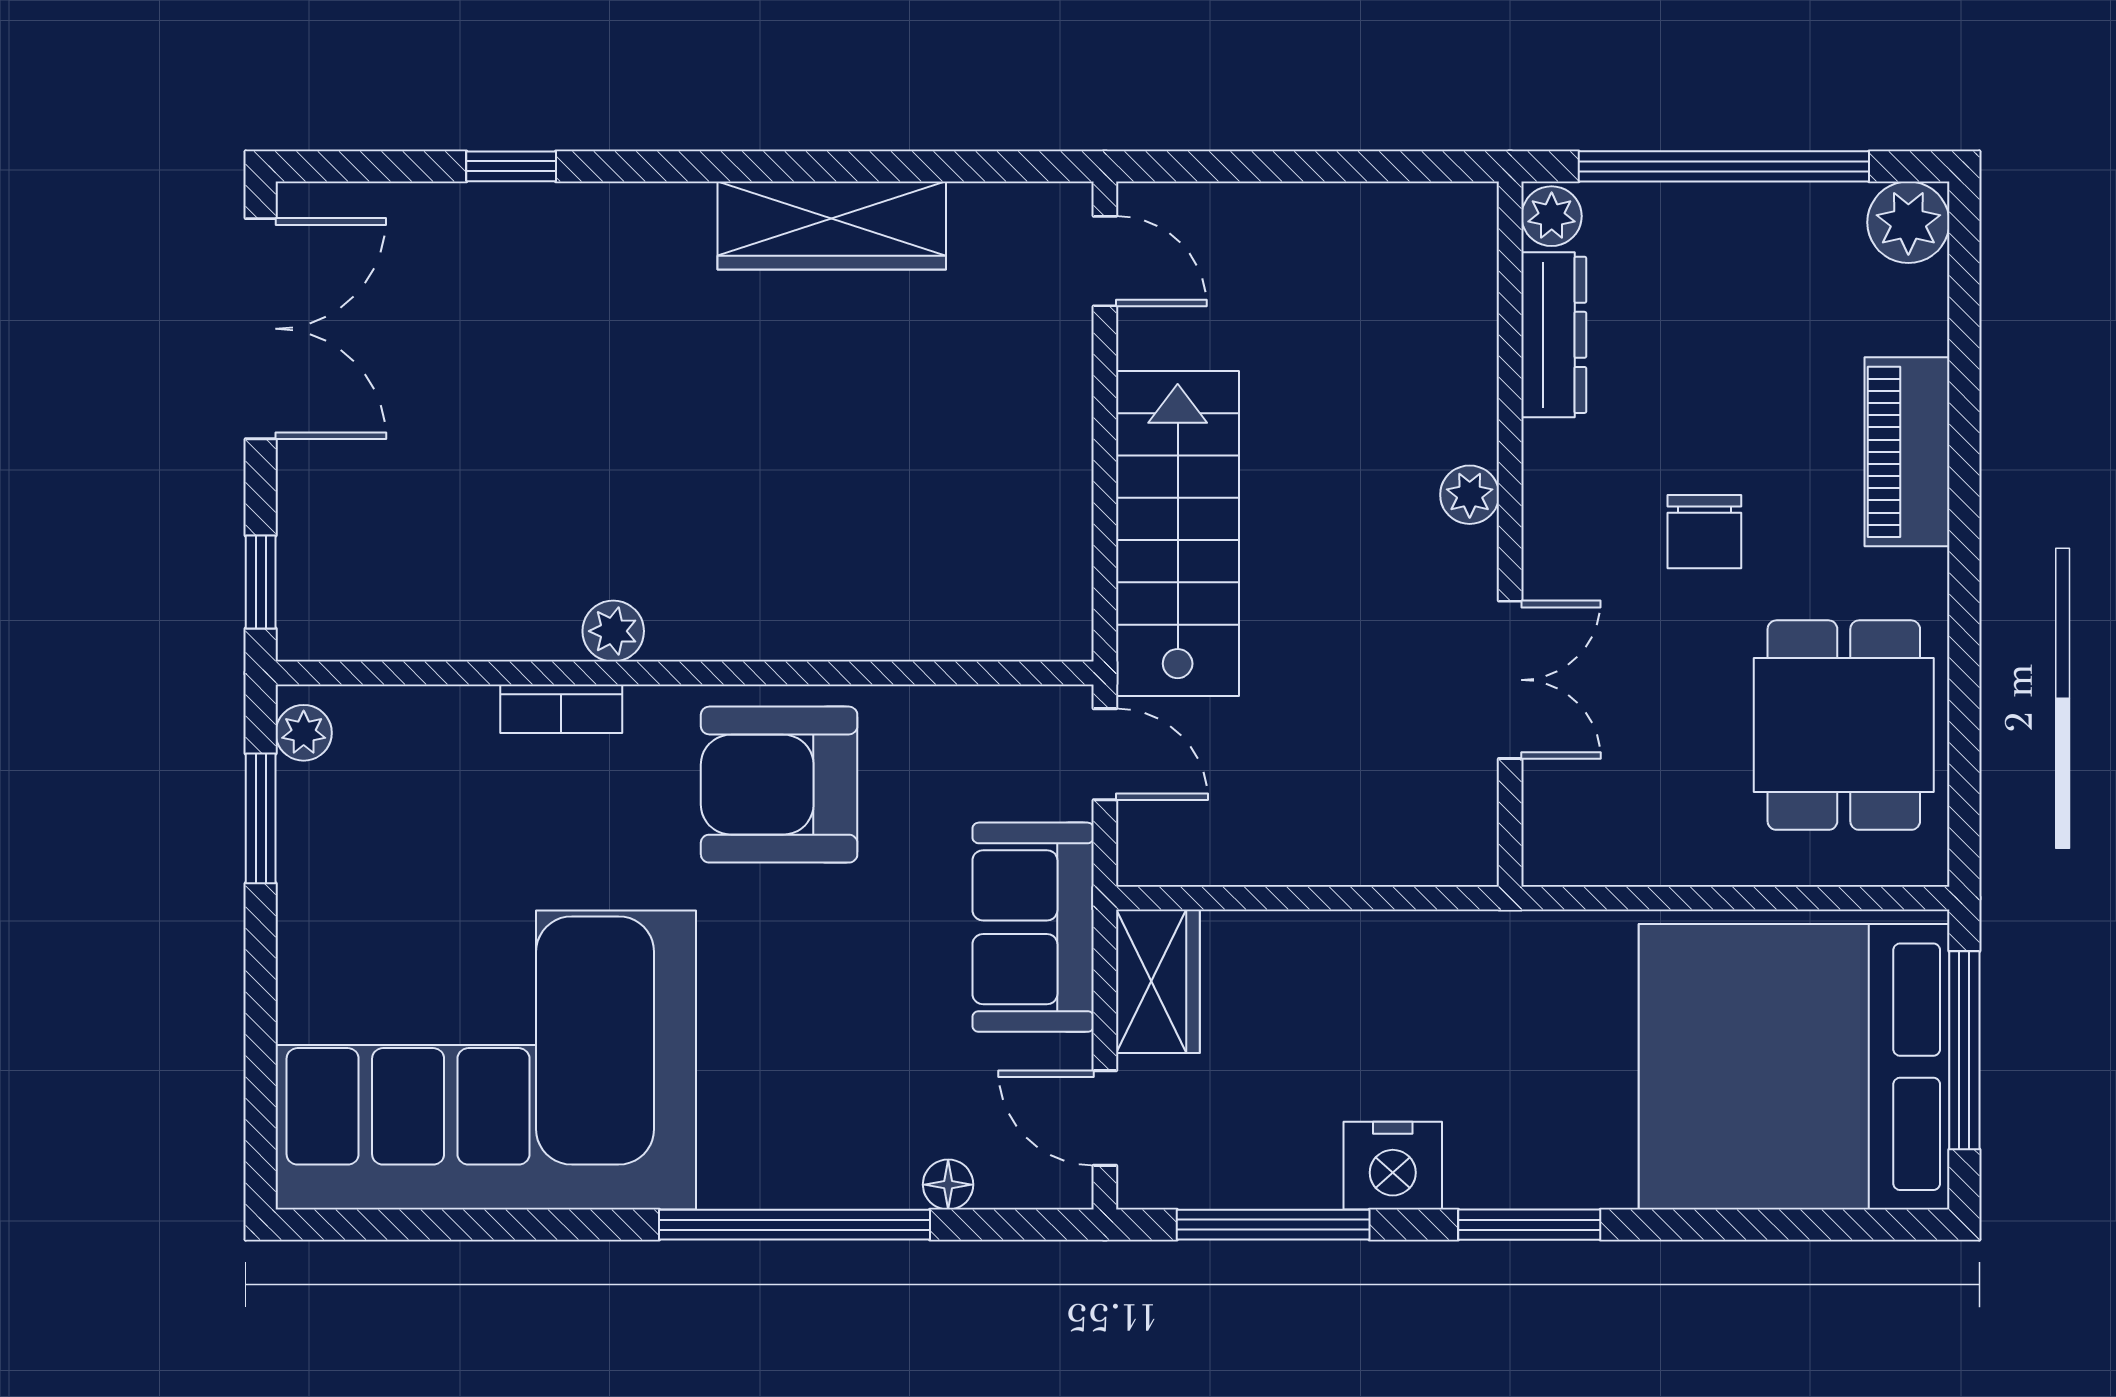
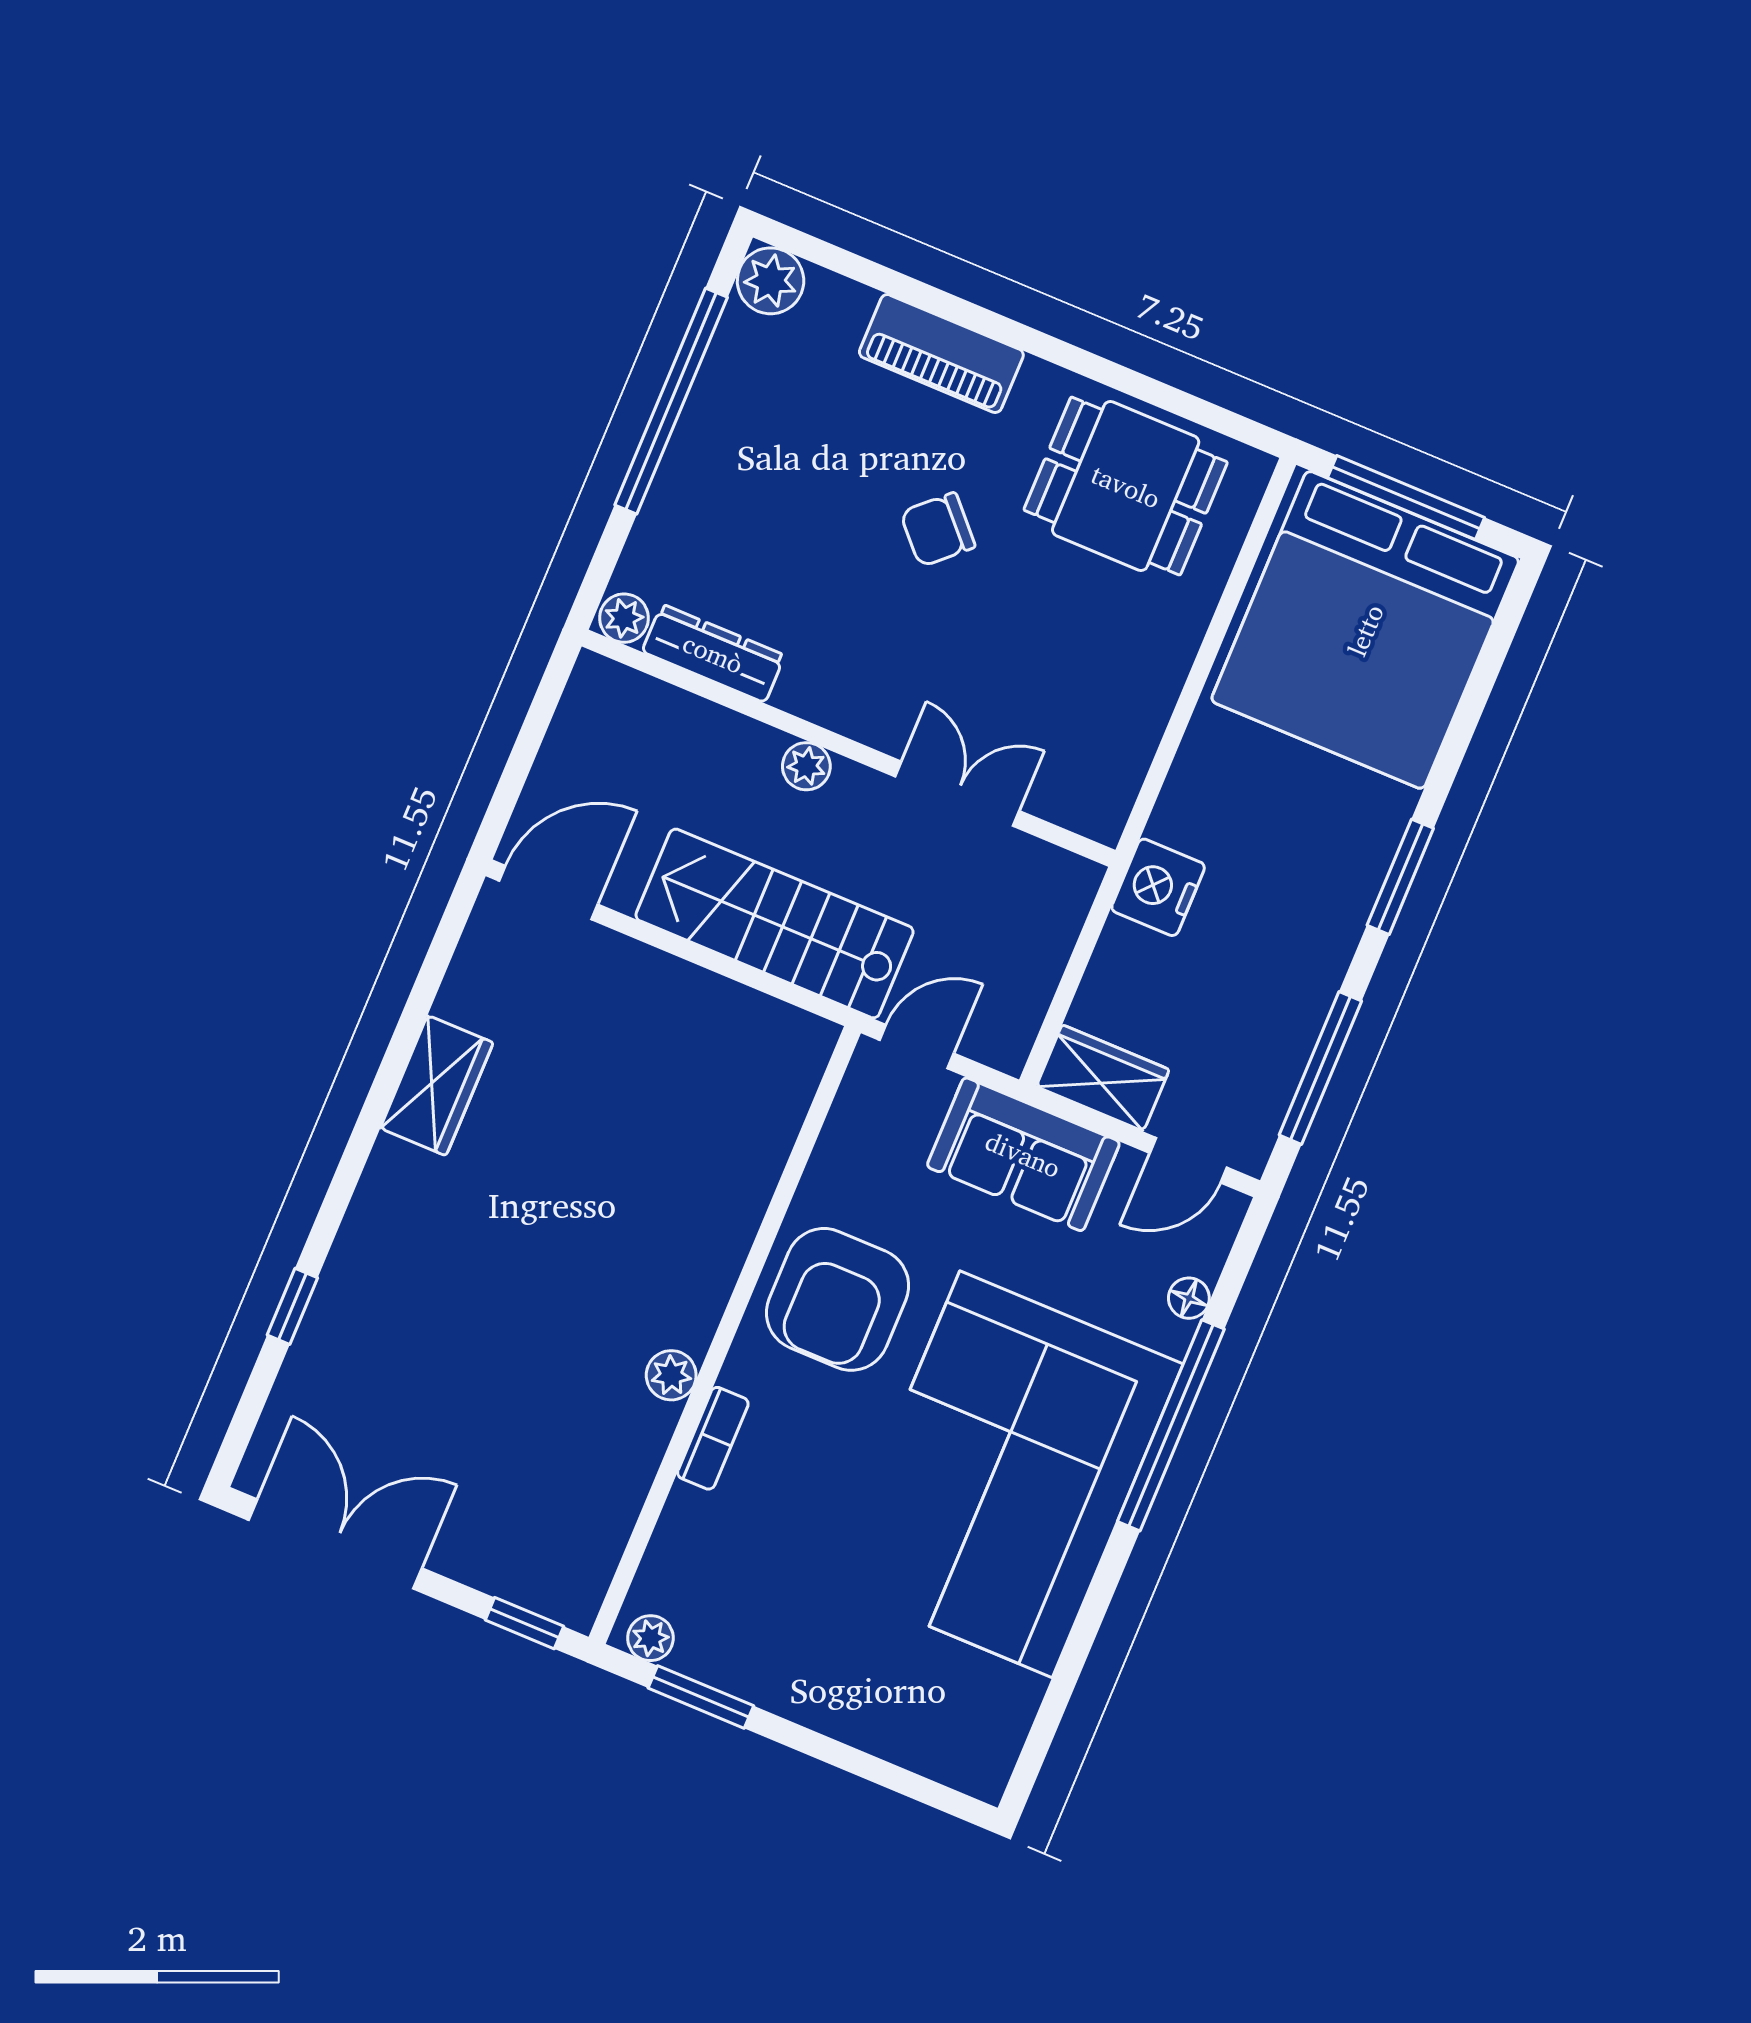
plant: (1552, 216) -> (624, 618), moved
wardrobe: (832, 226) -> (437, 1085), width x0.67
door: (1105, 261) -> (549, 893), width x1.37
dresser: (1554, 335) -> (713, 653), moved
plant: (1470, 495) -> (806, 766), moved
chair: (1704, 532) -> (938, 530), turned 137
wall: (1510, 534) -> (848, 748), moved
double door: (1510, 680) -> (957, 794), moved
corner sofa: (486, 1060) -> (1006, 1474), moved
nightstand: (1393, 1166) -> (1158, 887), moved, turned 180

